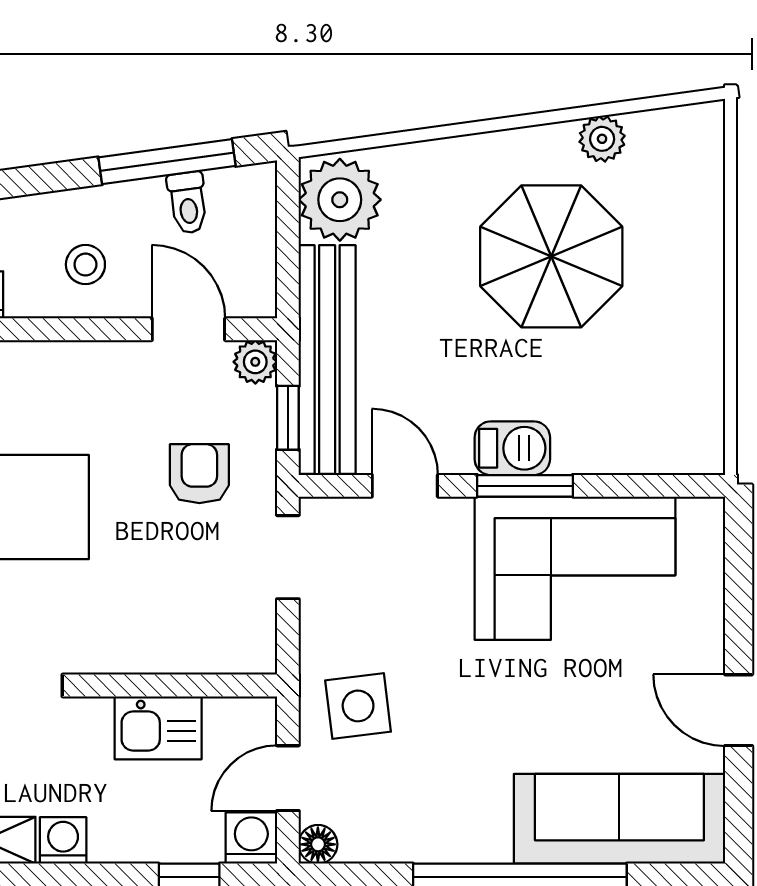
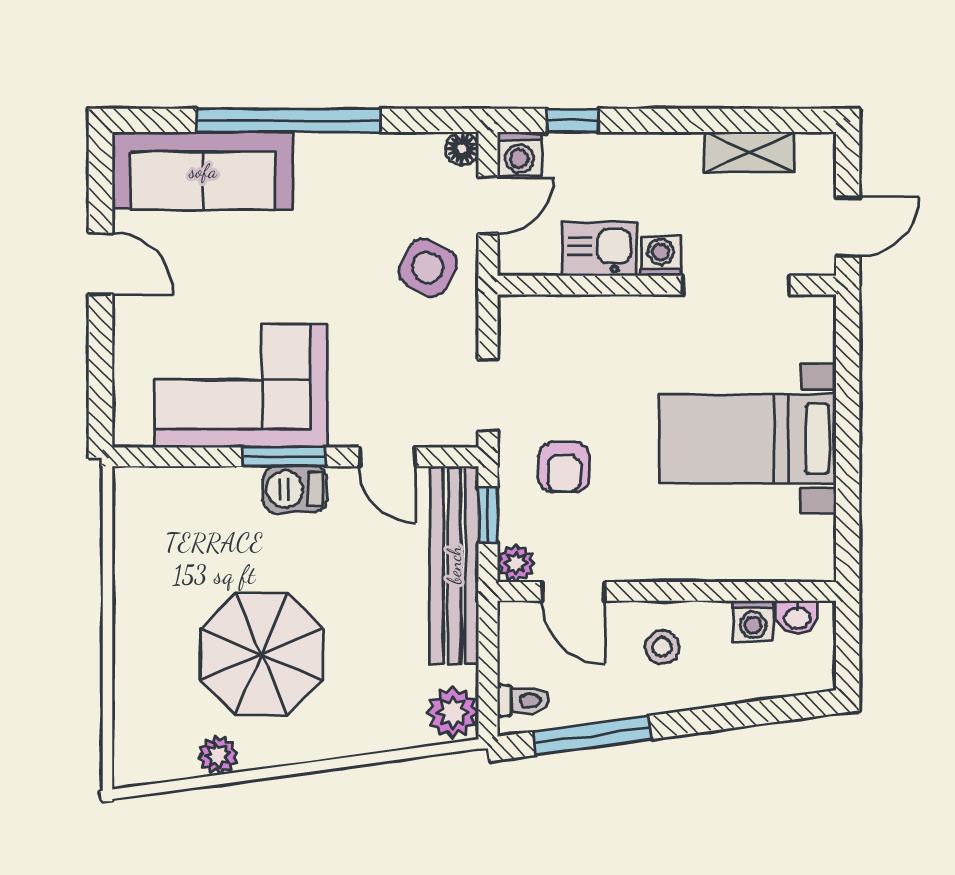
plant: (340, 200) -> (453, 712), width x0.73, depth x0.73
toilet: (188, 203) -> (523, 701), moved, turned 98
side table: (358, 706) -> (428, 268), turned 34
washing machine: (63, 840) -> (661, 256), moved, turned 180

